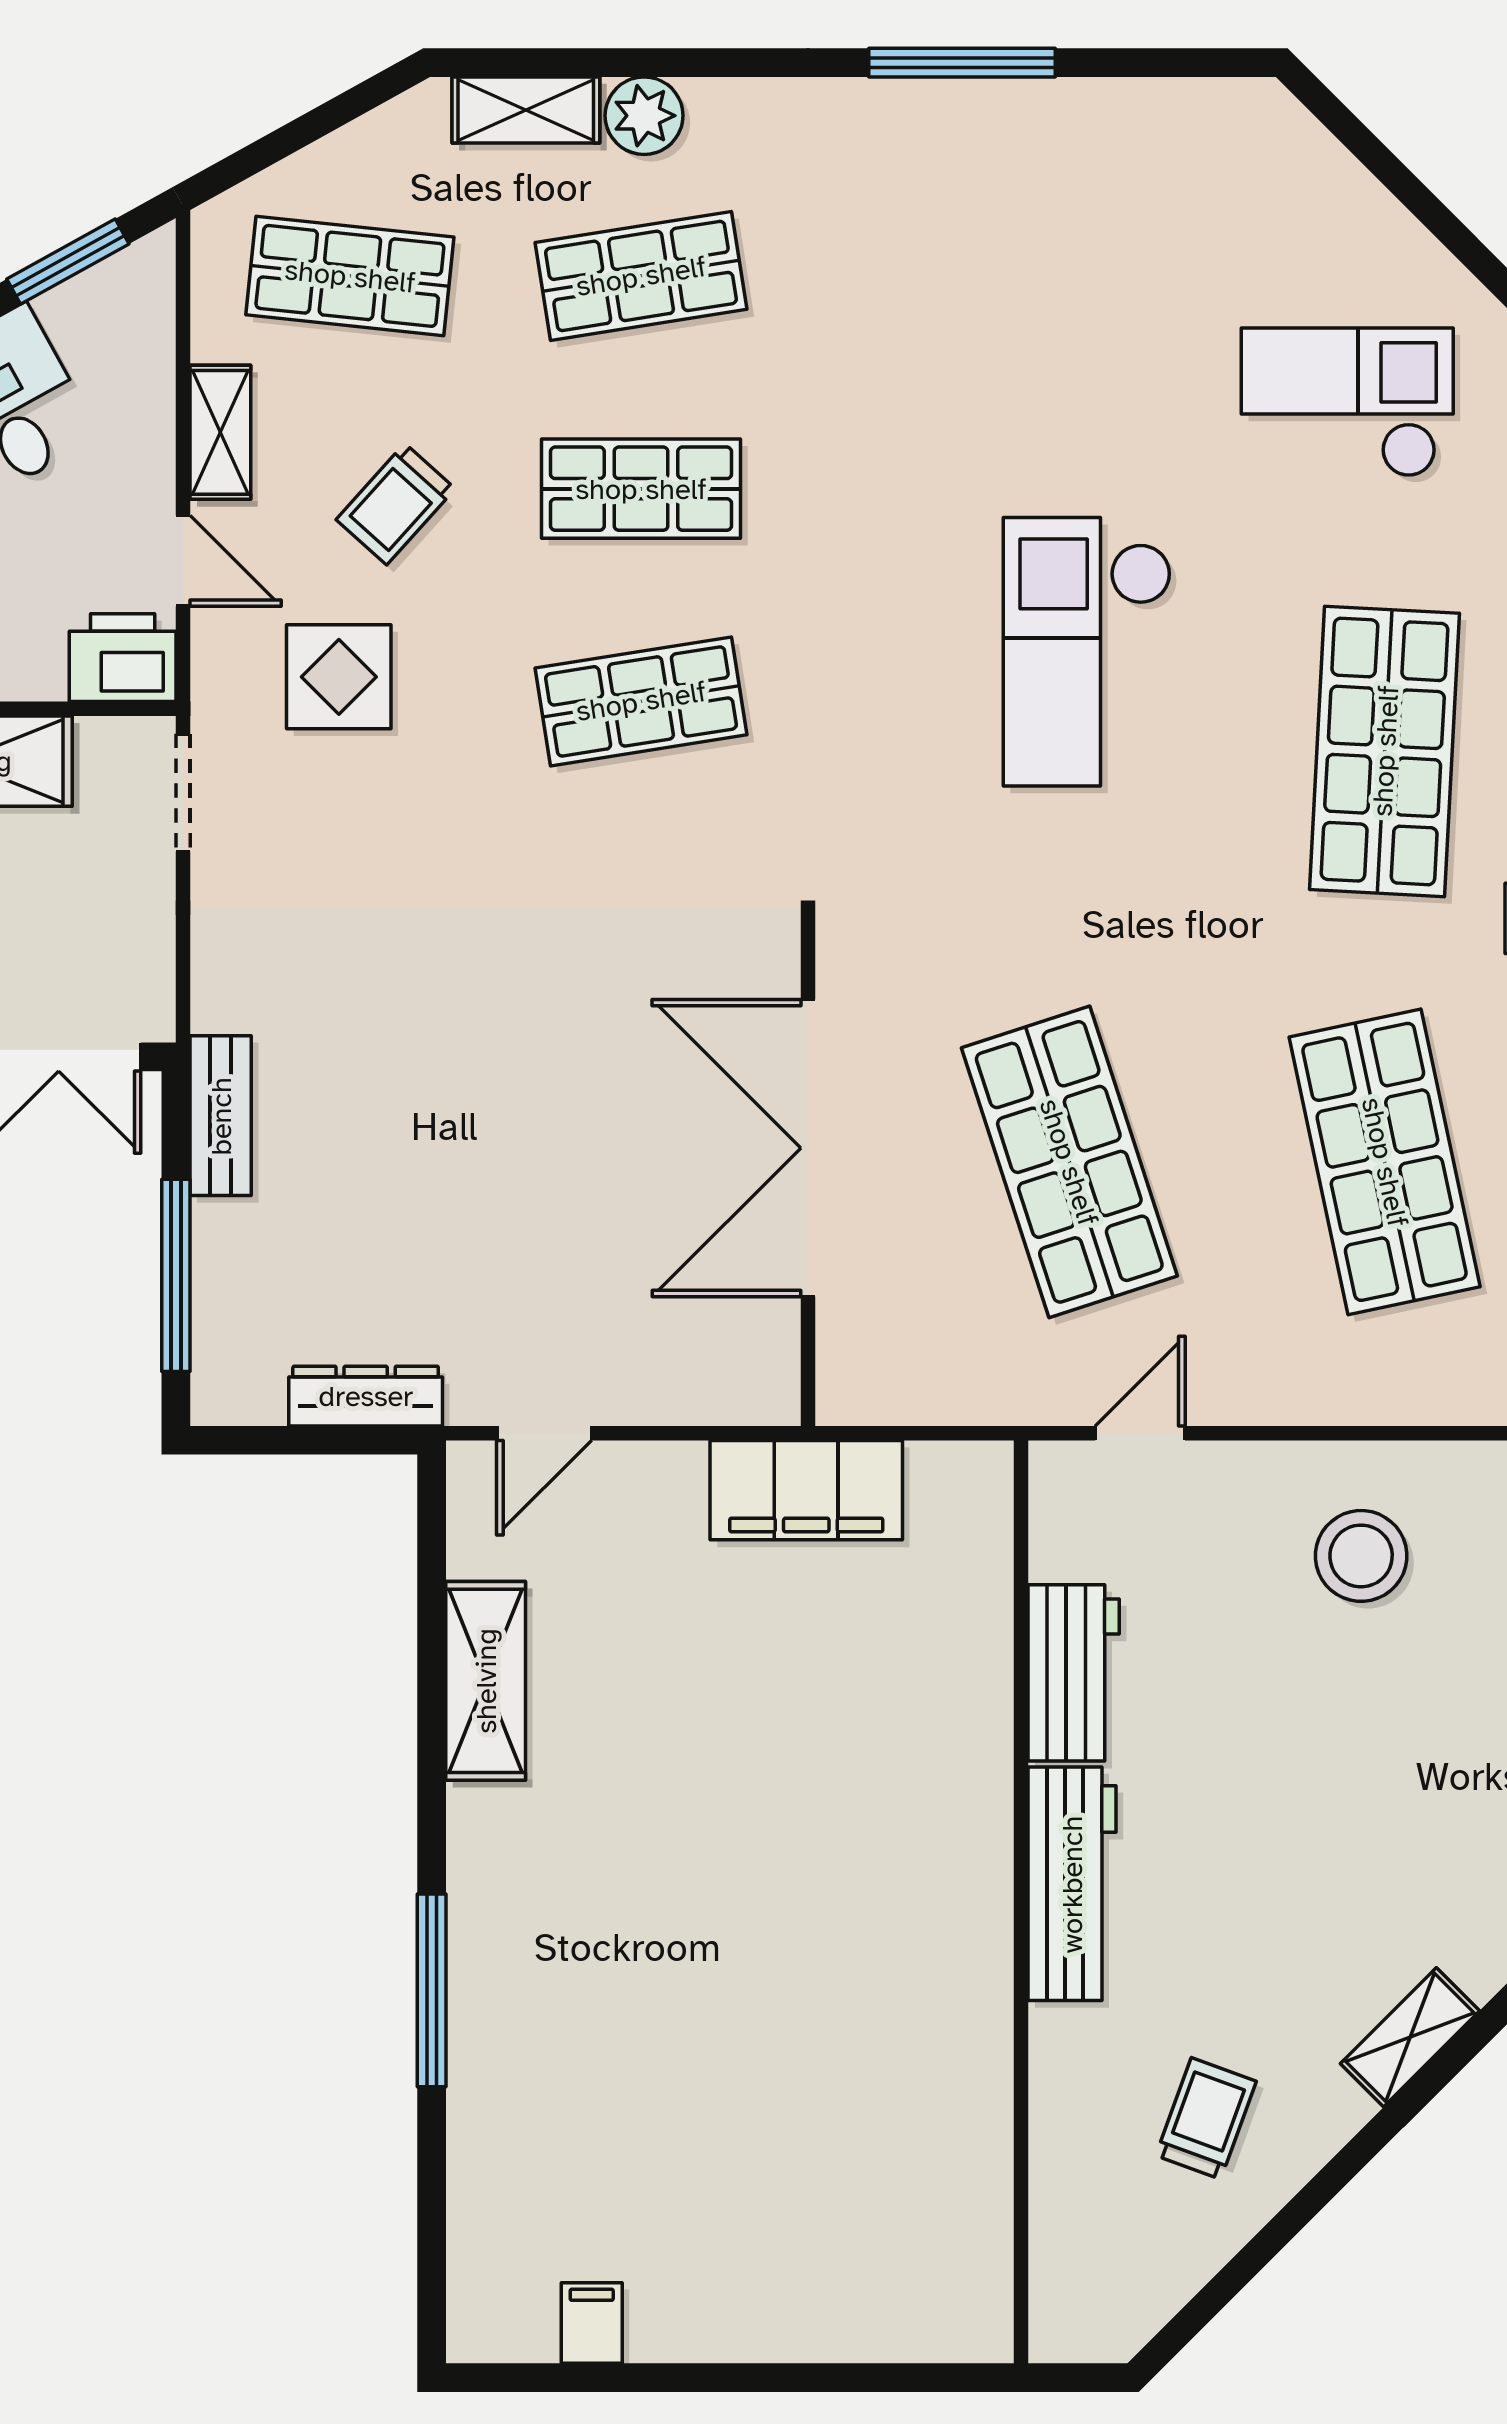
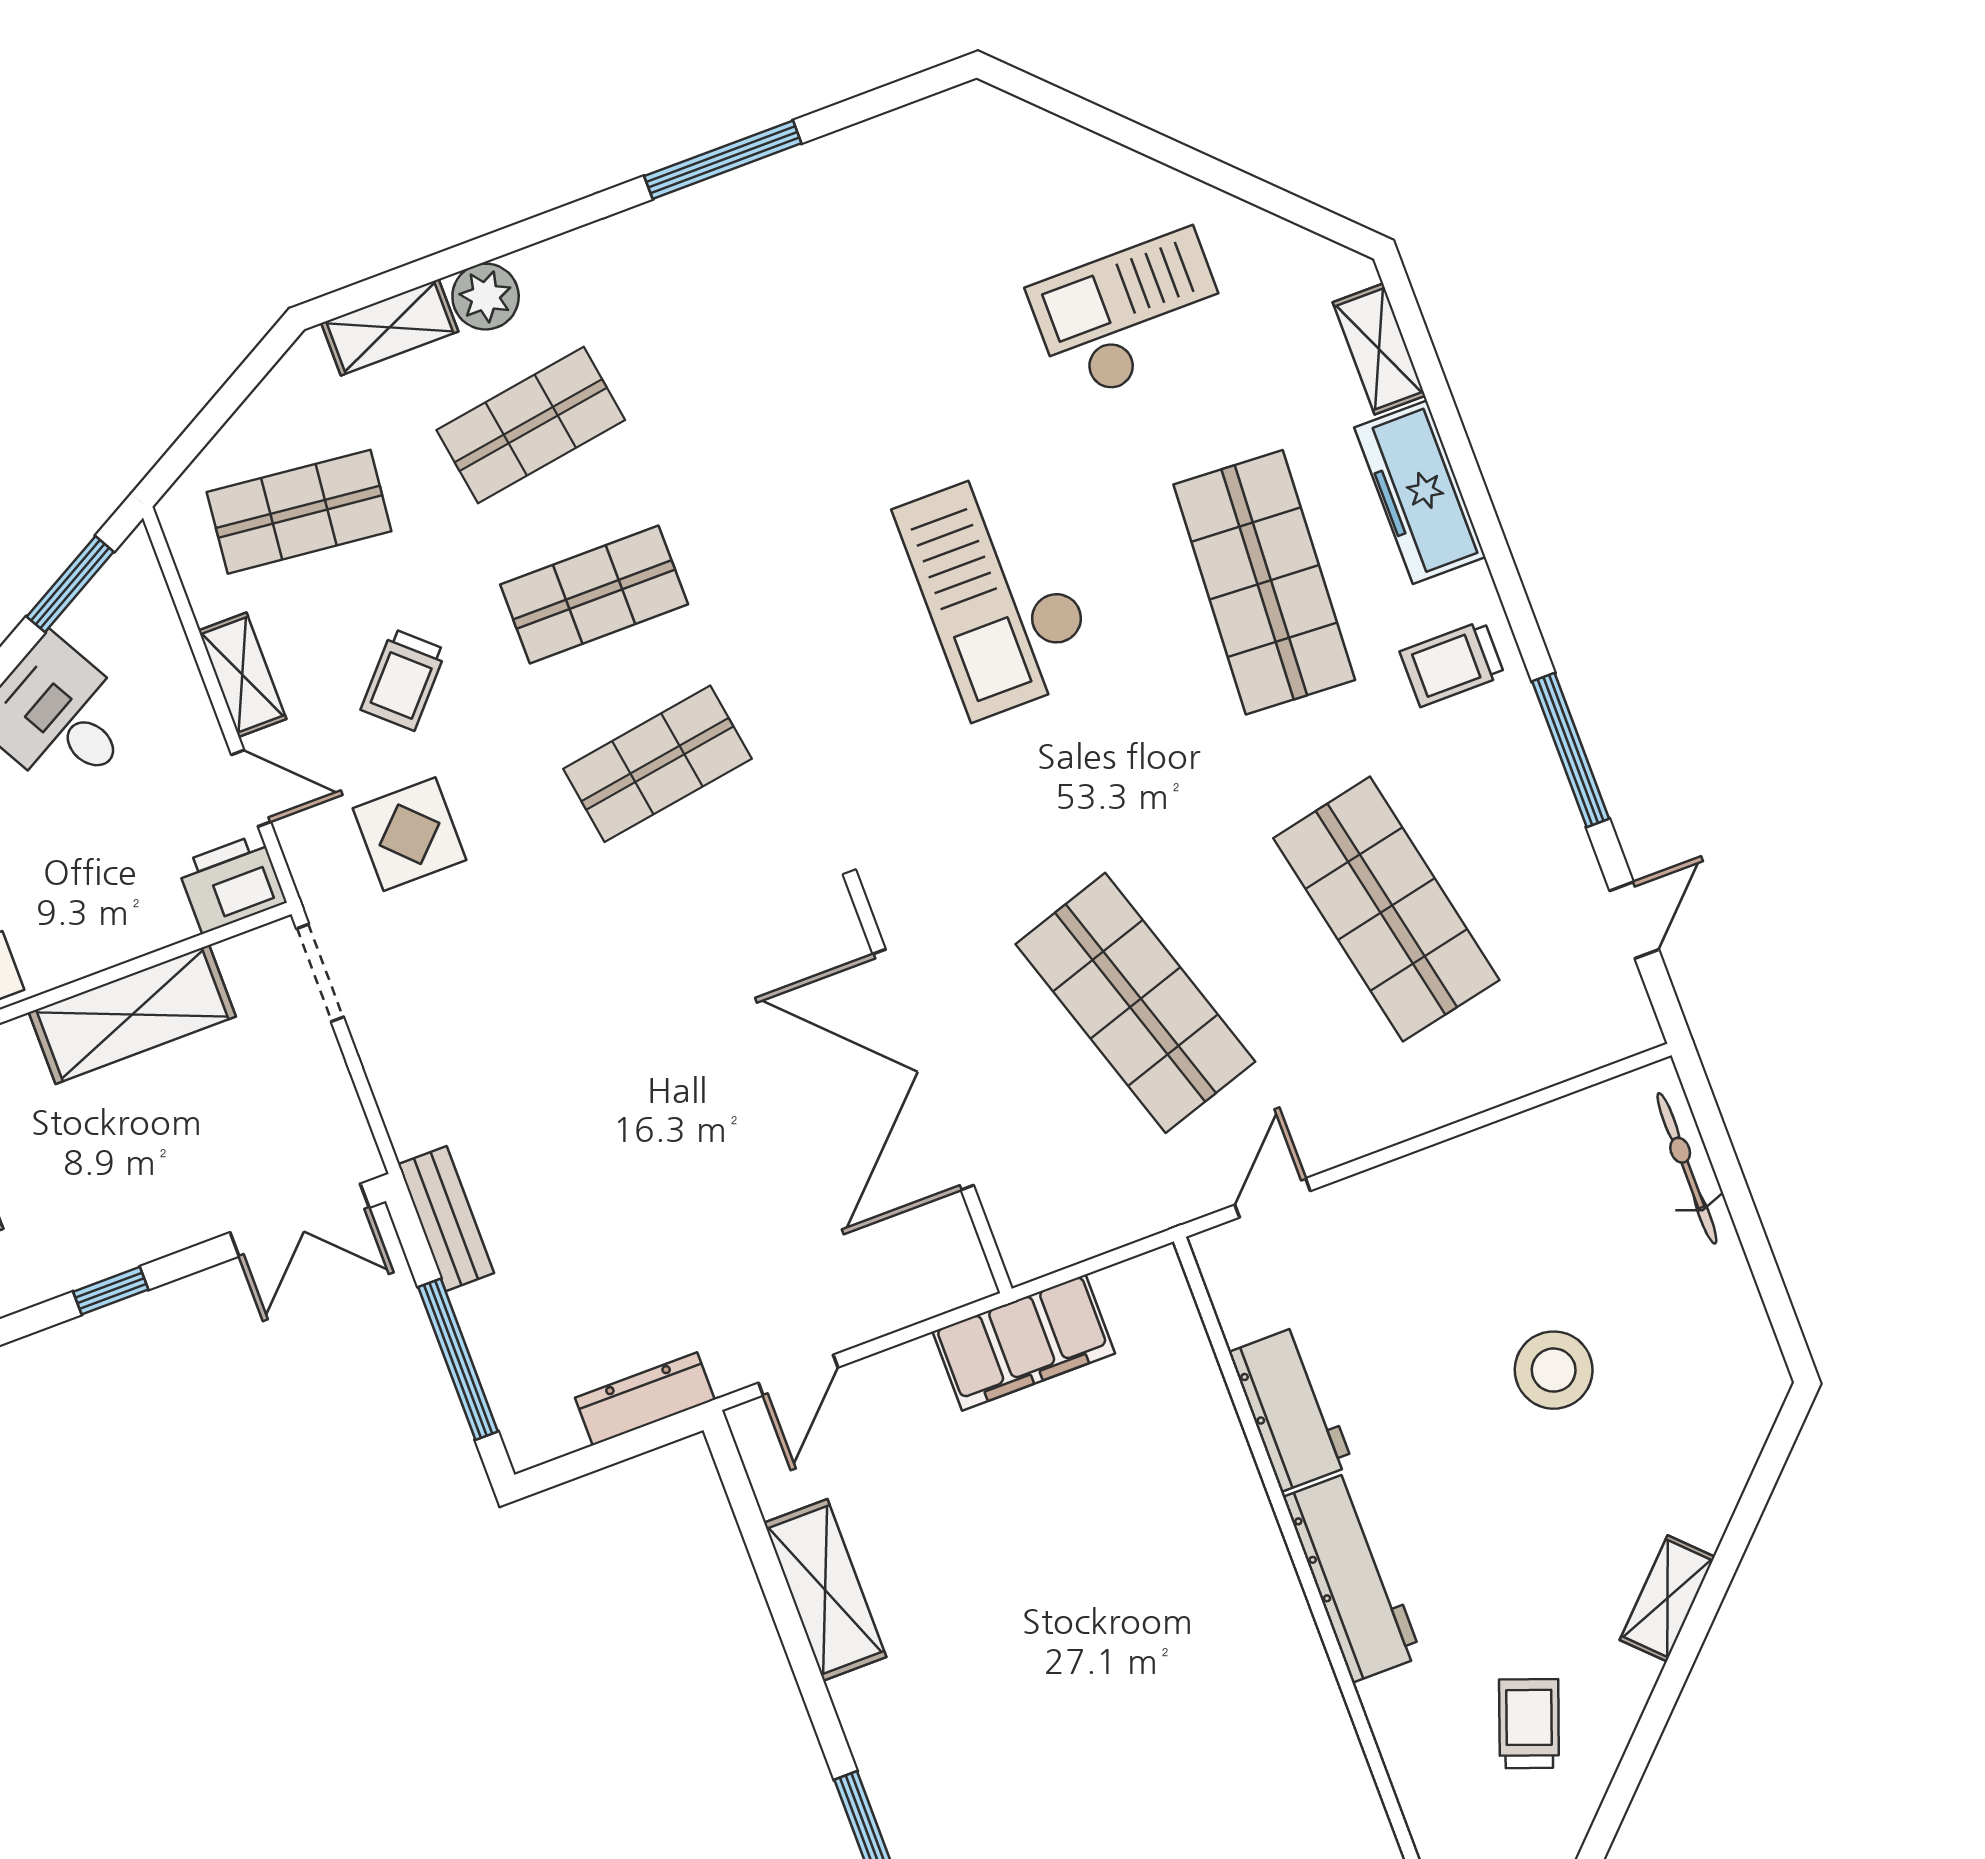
stool: (1361, 1556) -> (1554, 1370), moved

